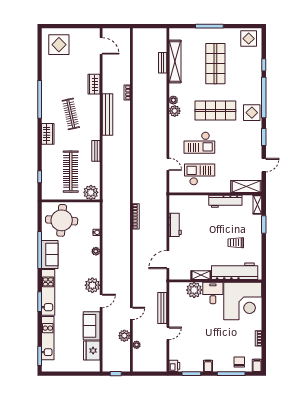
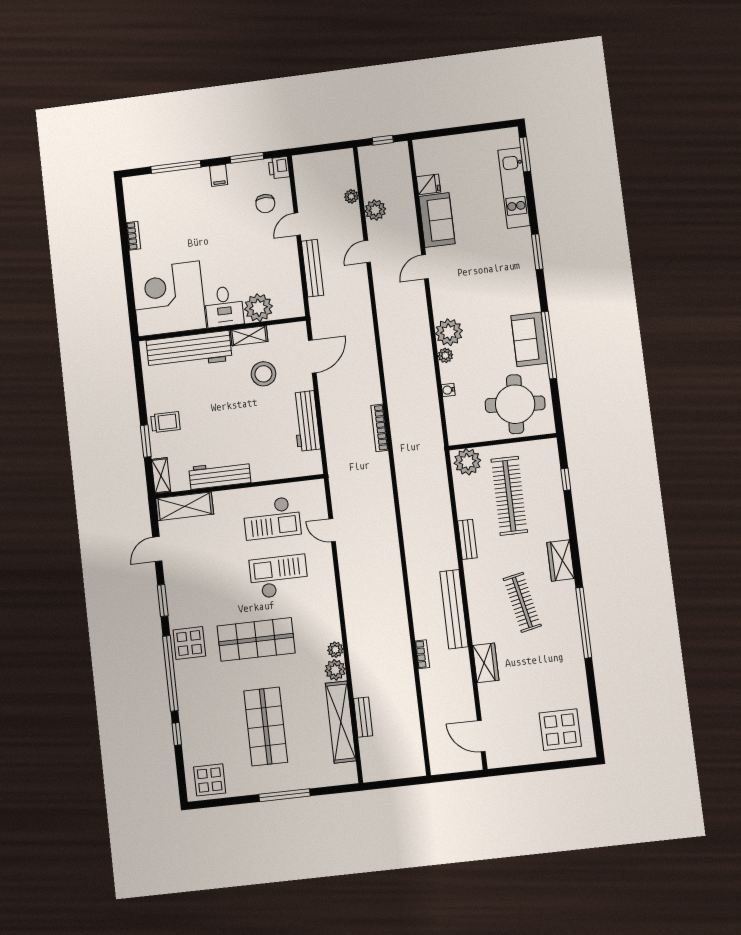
plant: (175, 111) -> (335, 670), moved
workbench: (175, 225) -> (306, 421), width x1.37
trolley: (236, 243) -> (165, 422), moved
stool: (195, 253) -> (263, 374), added
plant: (92, 285) -> (449, 332), moved
kitchen unit: (48, 292) -> (524, 270), removed
fridge: (92, 351) -> (429, 184), width x0.53, depth x0.75
chair: (239, 362) -> (265, 204), moved
filing cabinet: (257, 365) -> (131, 187), removed

